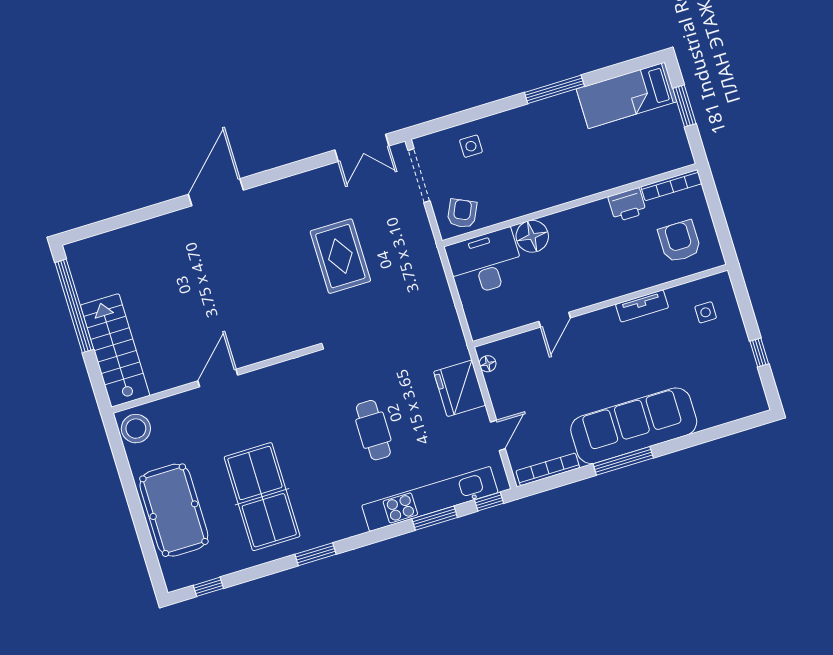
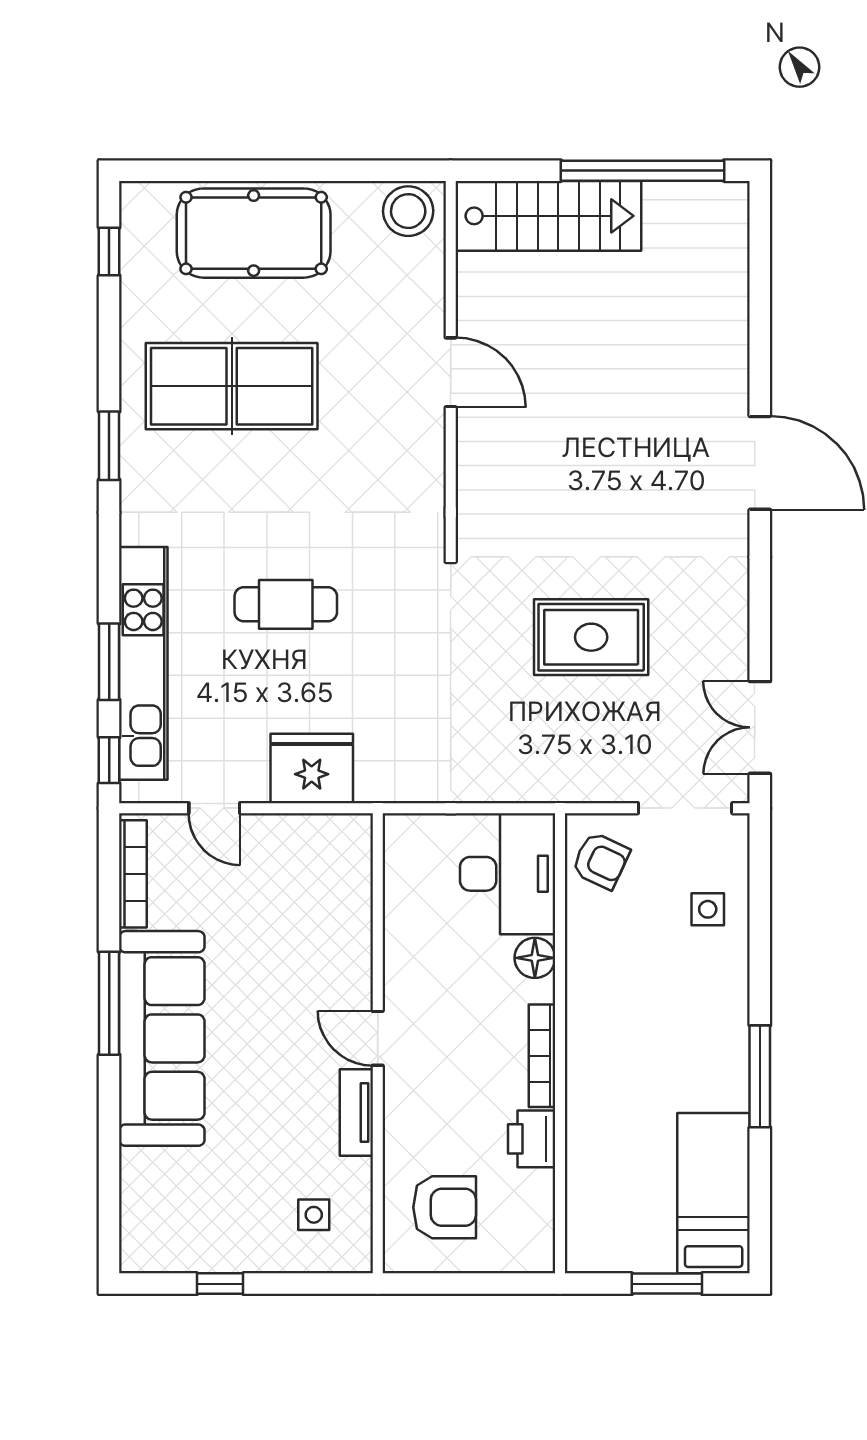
bookcase: (671, 185) -> (542, 1056), moved
floor lamp: (532, 236) -> (535, 958), width x0.73, depth x0.73
door: (555, 320) -> (378, 1038), moved
floor lamp: (488, 364) -> (338, 827), removed

